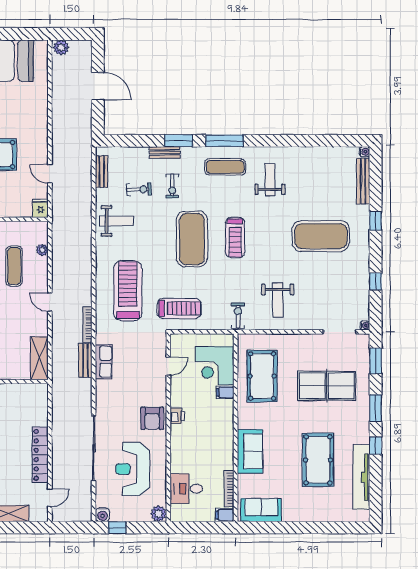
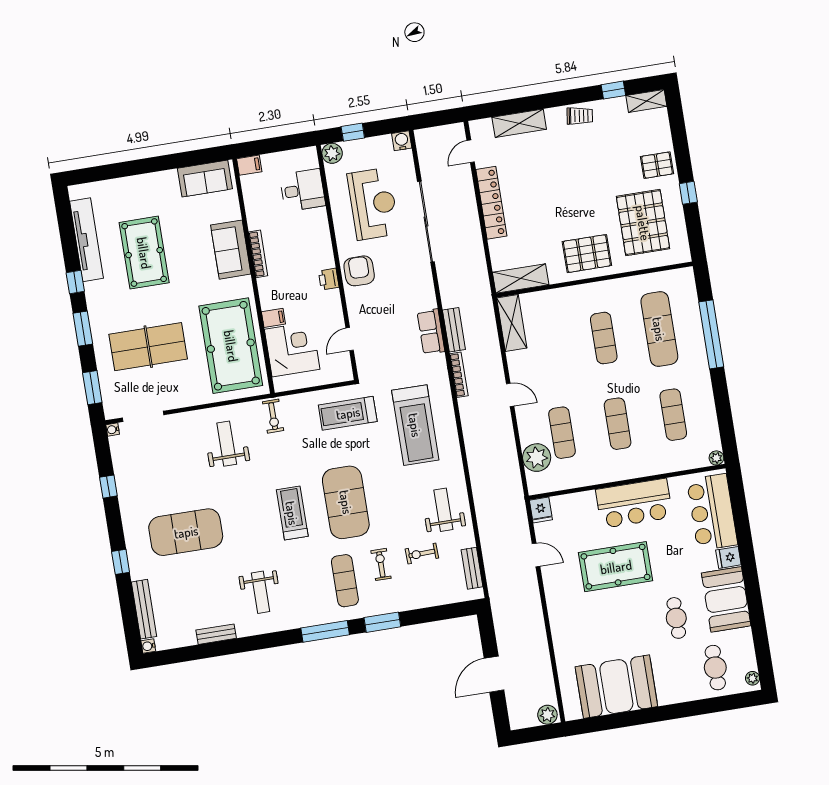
door: (98, 86) -> (494, 674), hinge flipped
bench: (165, 152) -> (216, 634), moved
exercise mat: (225, 167) -> (345, 581), moved, turned 90
weight bench: (117, 221) -> (443, 510), turned 90
plant: (42, 250) -> (537, 458), width x1.87, depth x1.87
pool table: (262, 376) -> (231, 346), width x1.36, depth x1.32
shelving: (27, 392) -> (521, 279), added
bookcase: (229, 489) -> (258, 254), moved
window: (117, 528) -> (353, 132), moved

